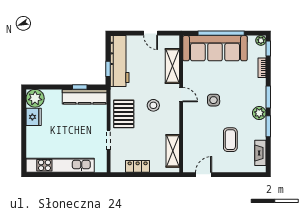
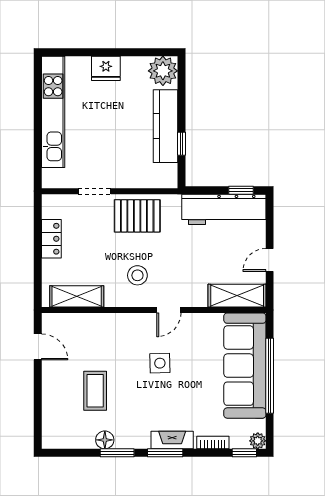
shelving: (172, 66) -> (237, 296), moved
window: (108, 69) -> (241, 190), moved
kitchen counter: (85, 97) -> (166, 126), moved
stool: (153, 105) -> (137, 275), moved
plant: (259, 113) -> (139, 438), removed
fridge: (34, 117) -> (106, 68), moved
floor lamp: (260, 134) -> (105, 440), added
coffee table: (230, 140) -> (95, 391), turned 90
fireplace: (260, 153) -> (172, 440), moved

